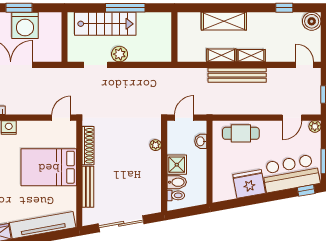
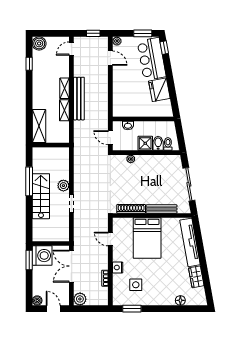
shelving: (224, 21) -> (39, 126), moved
wall: (65, 37) -> (51, 244), moved
door: (61, 118) -> (110, 239), moved
cafe table: (241, 133) -> (122, 96), removed

